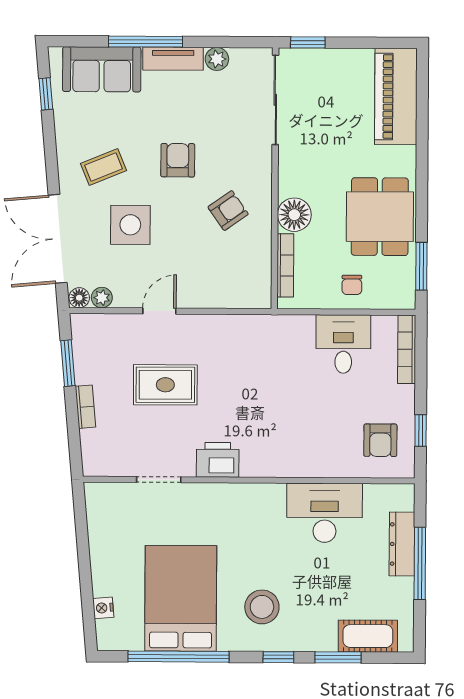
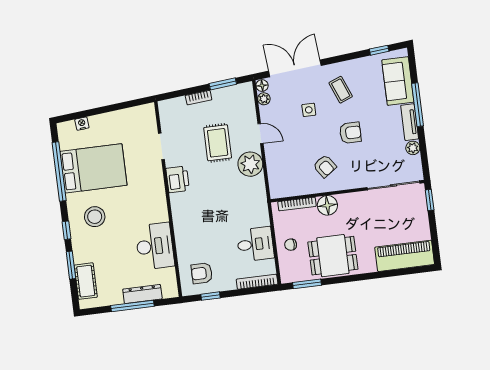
side table: (130, 225) -> (309, 110), width x0.54, depth x0.54
plant: (208, 335) -> (250, 164), added

